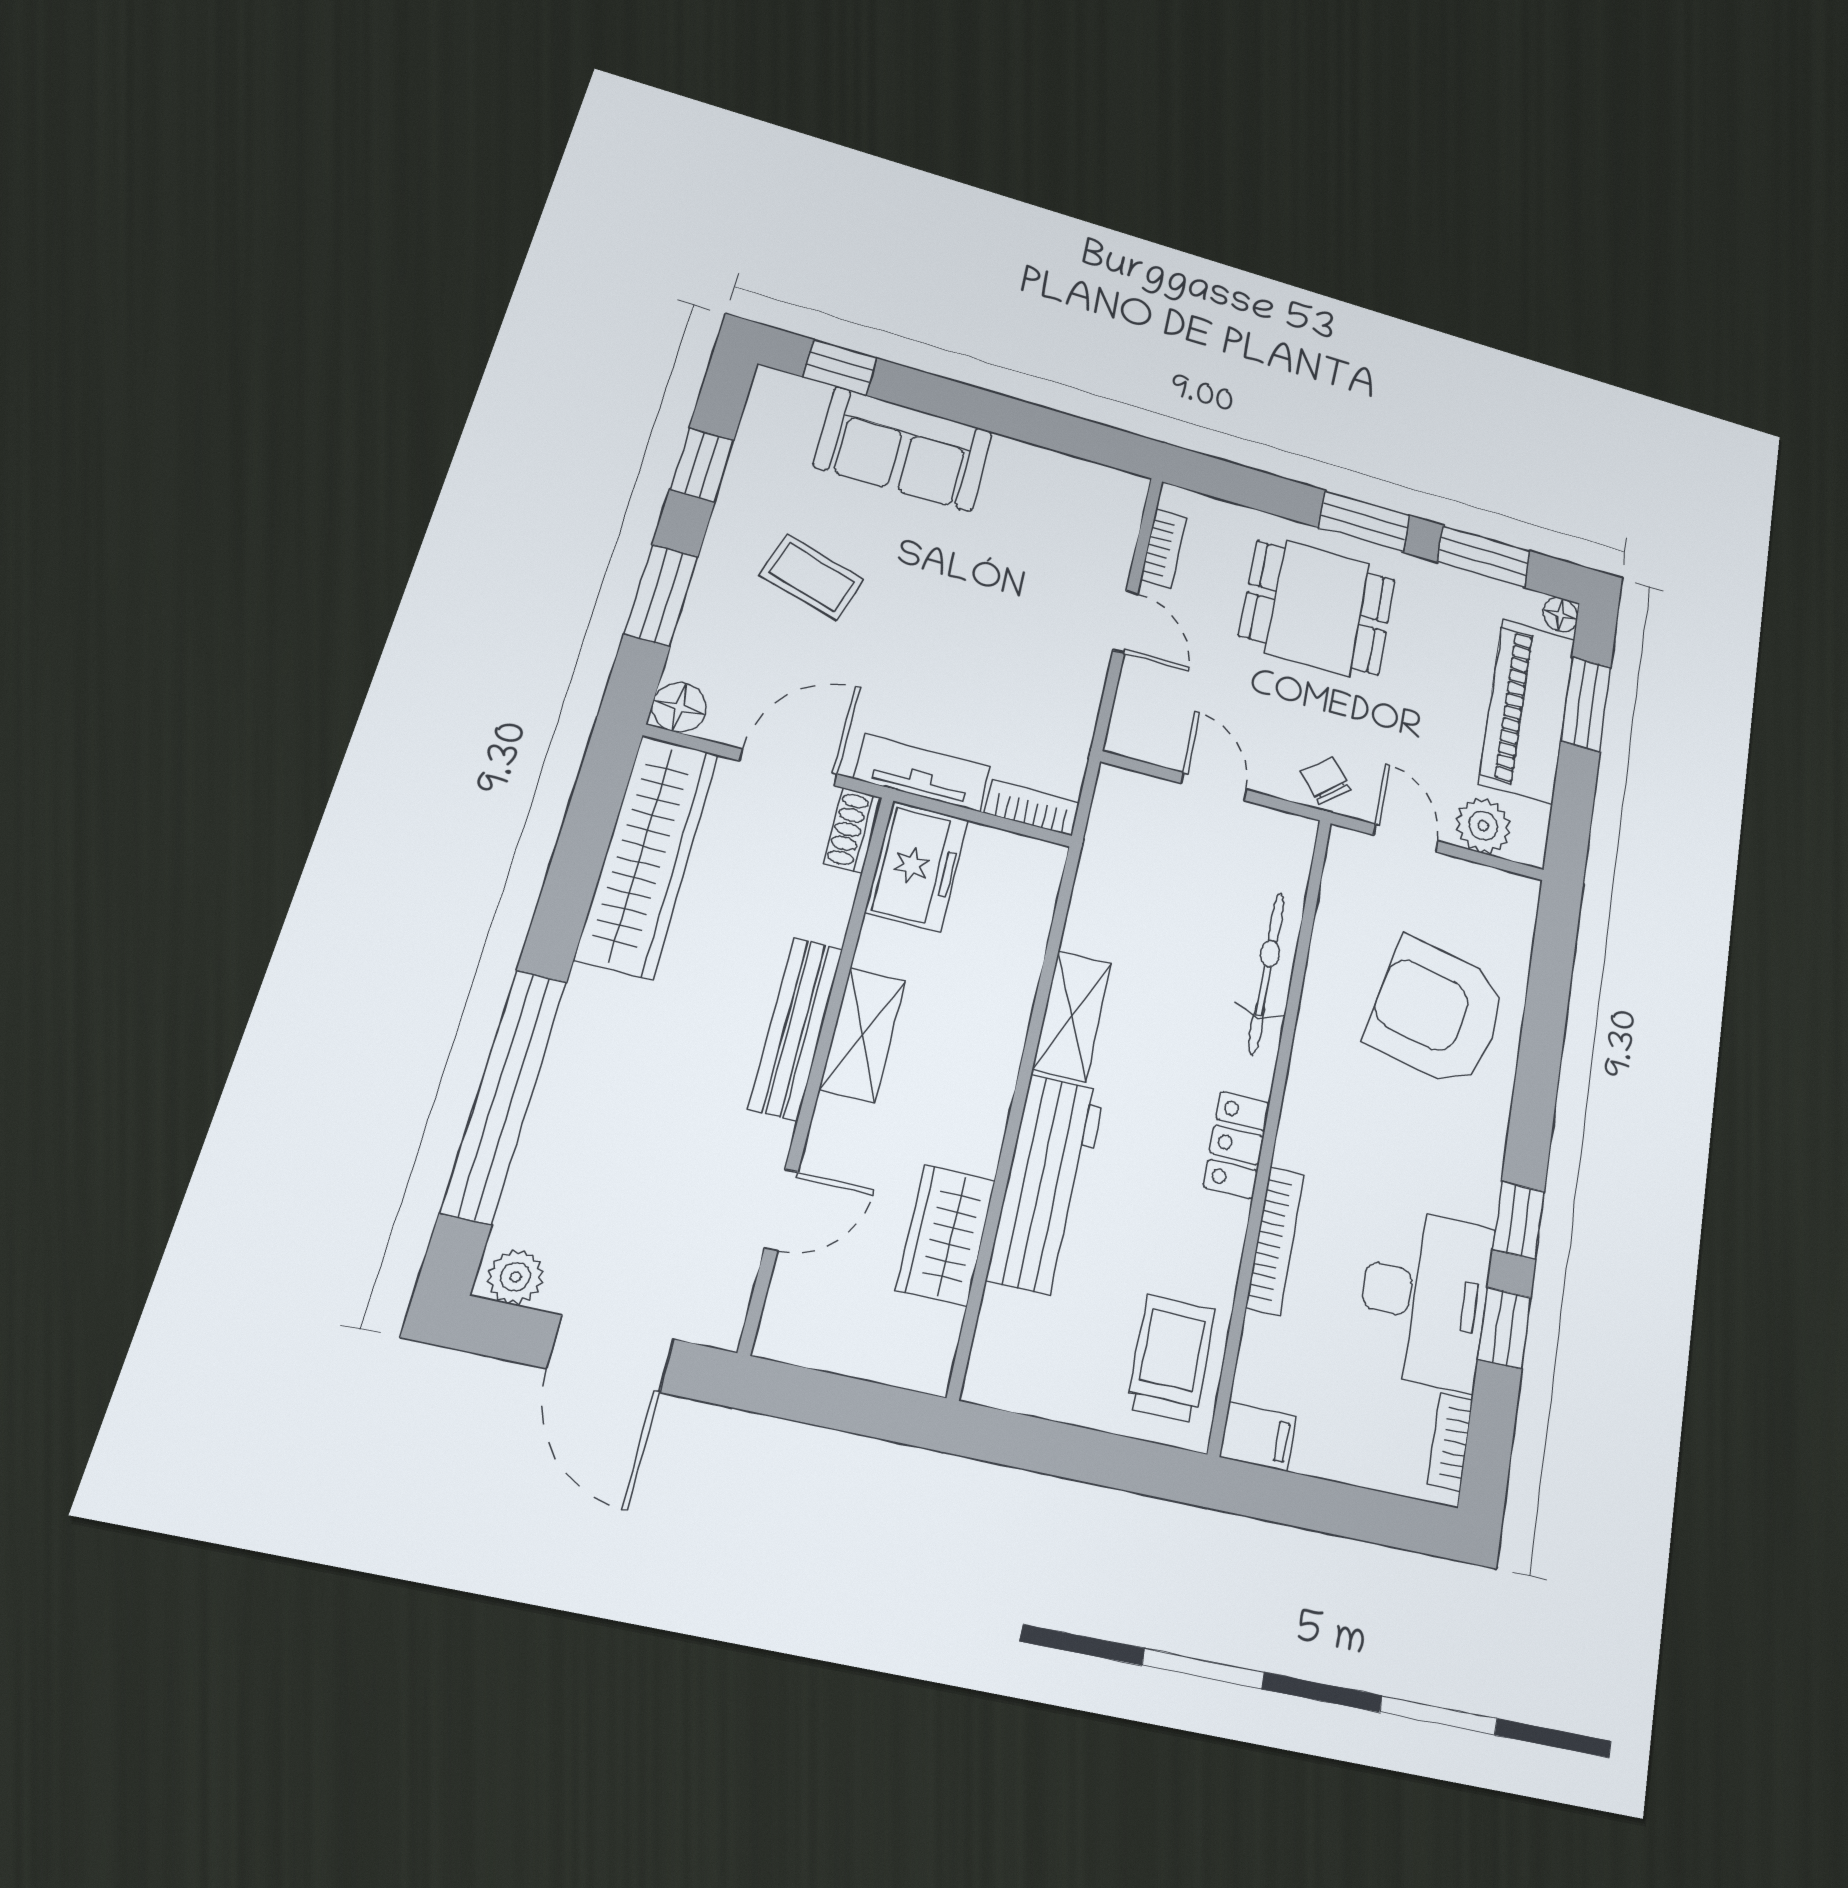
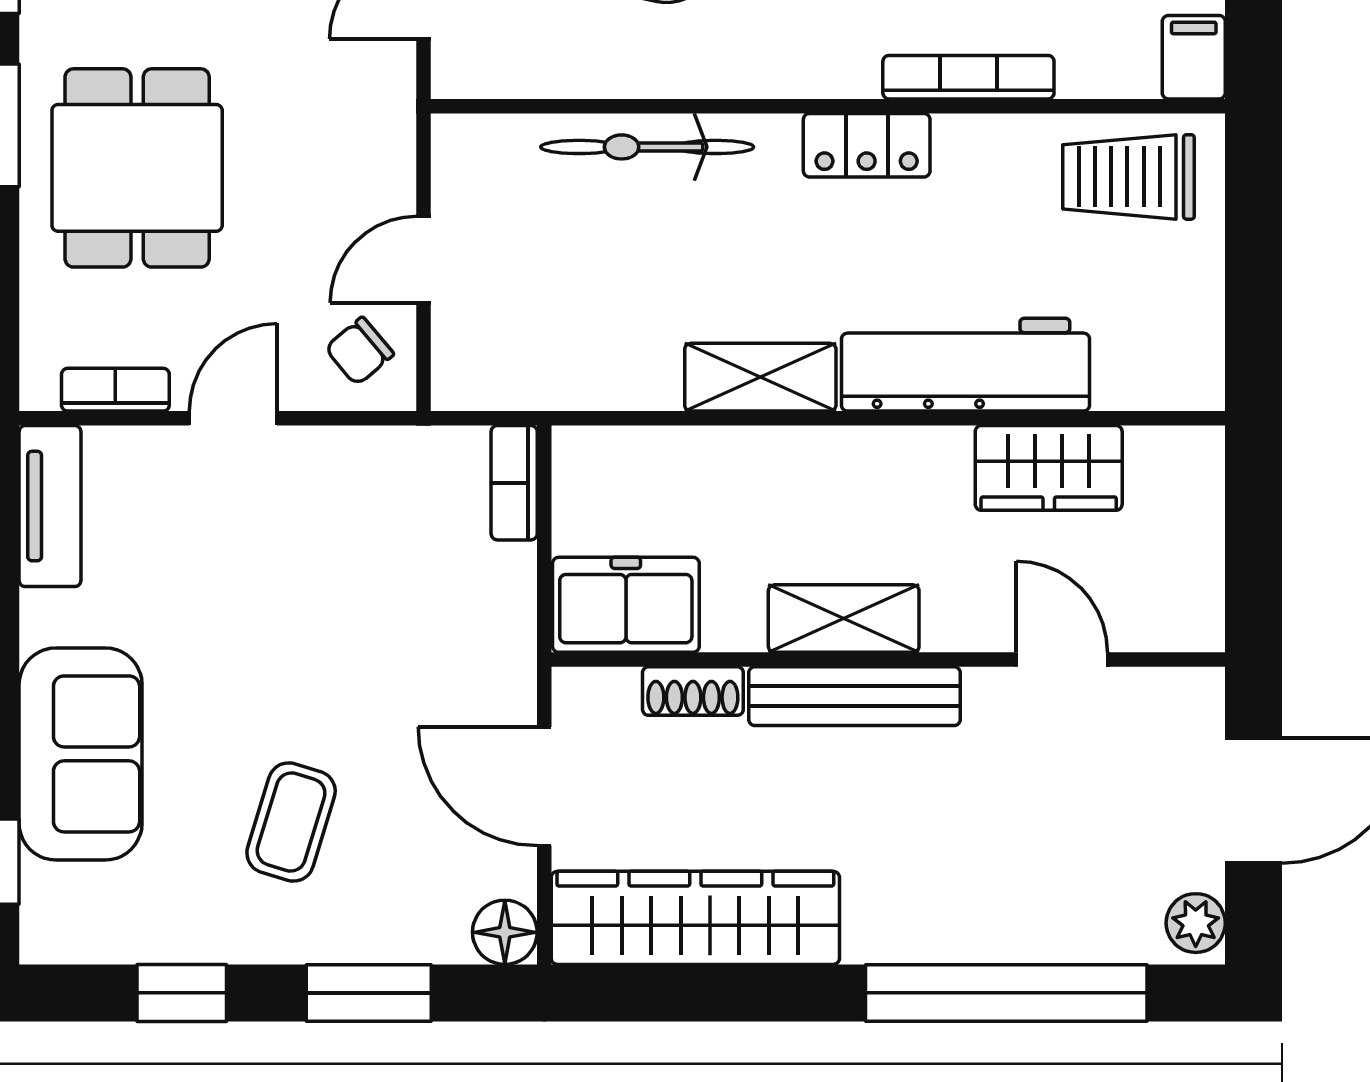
tv unit: (922, 772) -> (50, 506), moved, turned 180
chair: (1326, 780) -> (359, 351), moved
shoe rack: (853, 830) -> (693, 691), moved

